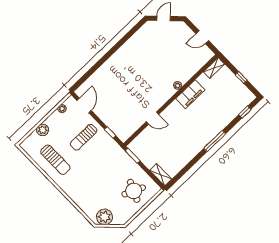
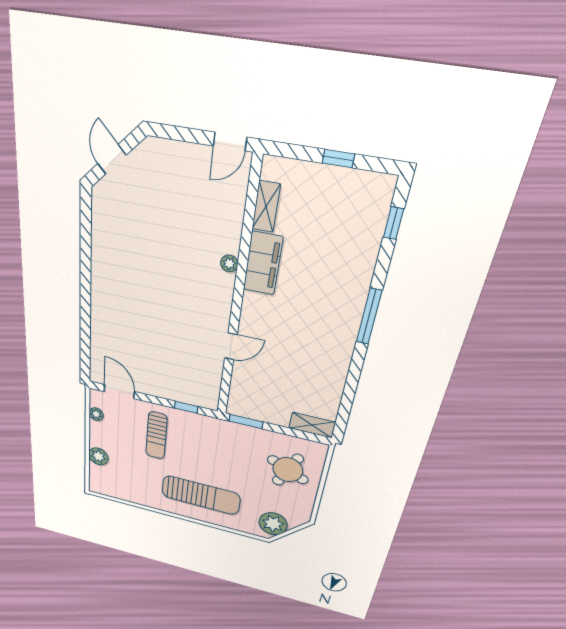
door: (202, 37) -> (230, 141), moved
shelving: (214, 68) -> (266, 207), moved
sun lounger: (55, 160) -> (201, 495), moved, width x1.36, depth x1.34

